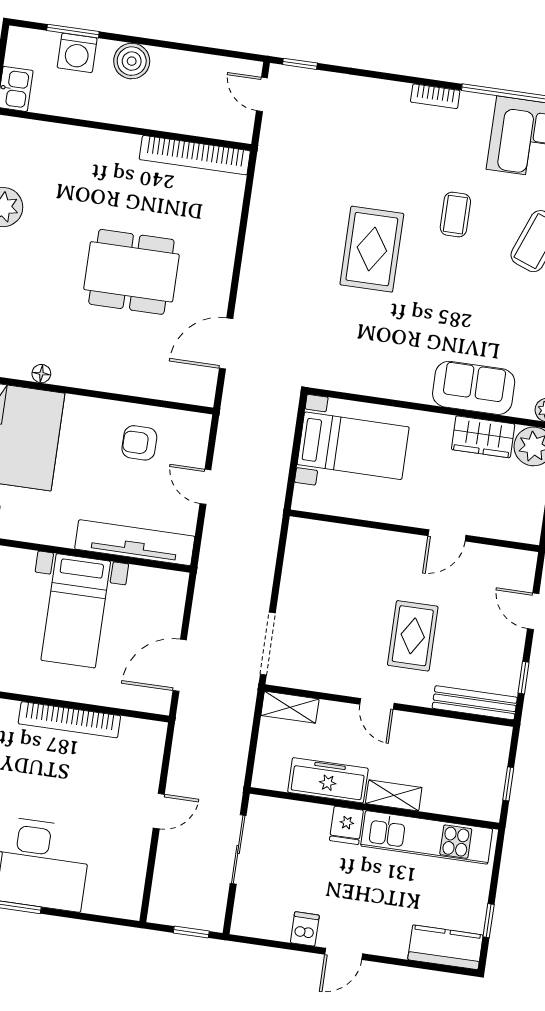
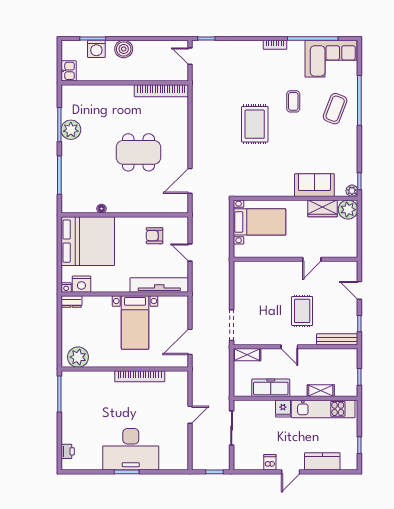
shelving: (394, 795) -> (321, 391), moved
kitchen counter: (445, 947) -> (322, 461), moved

